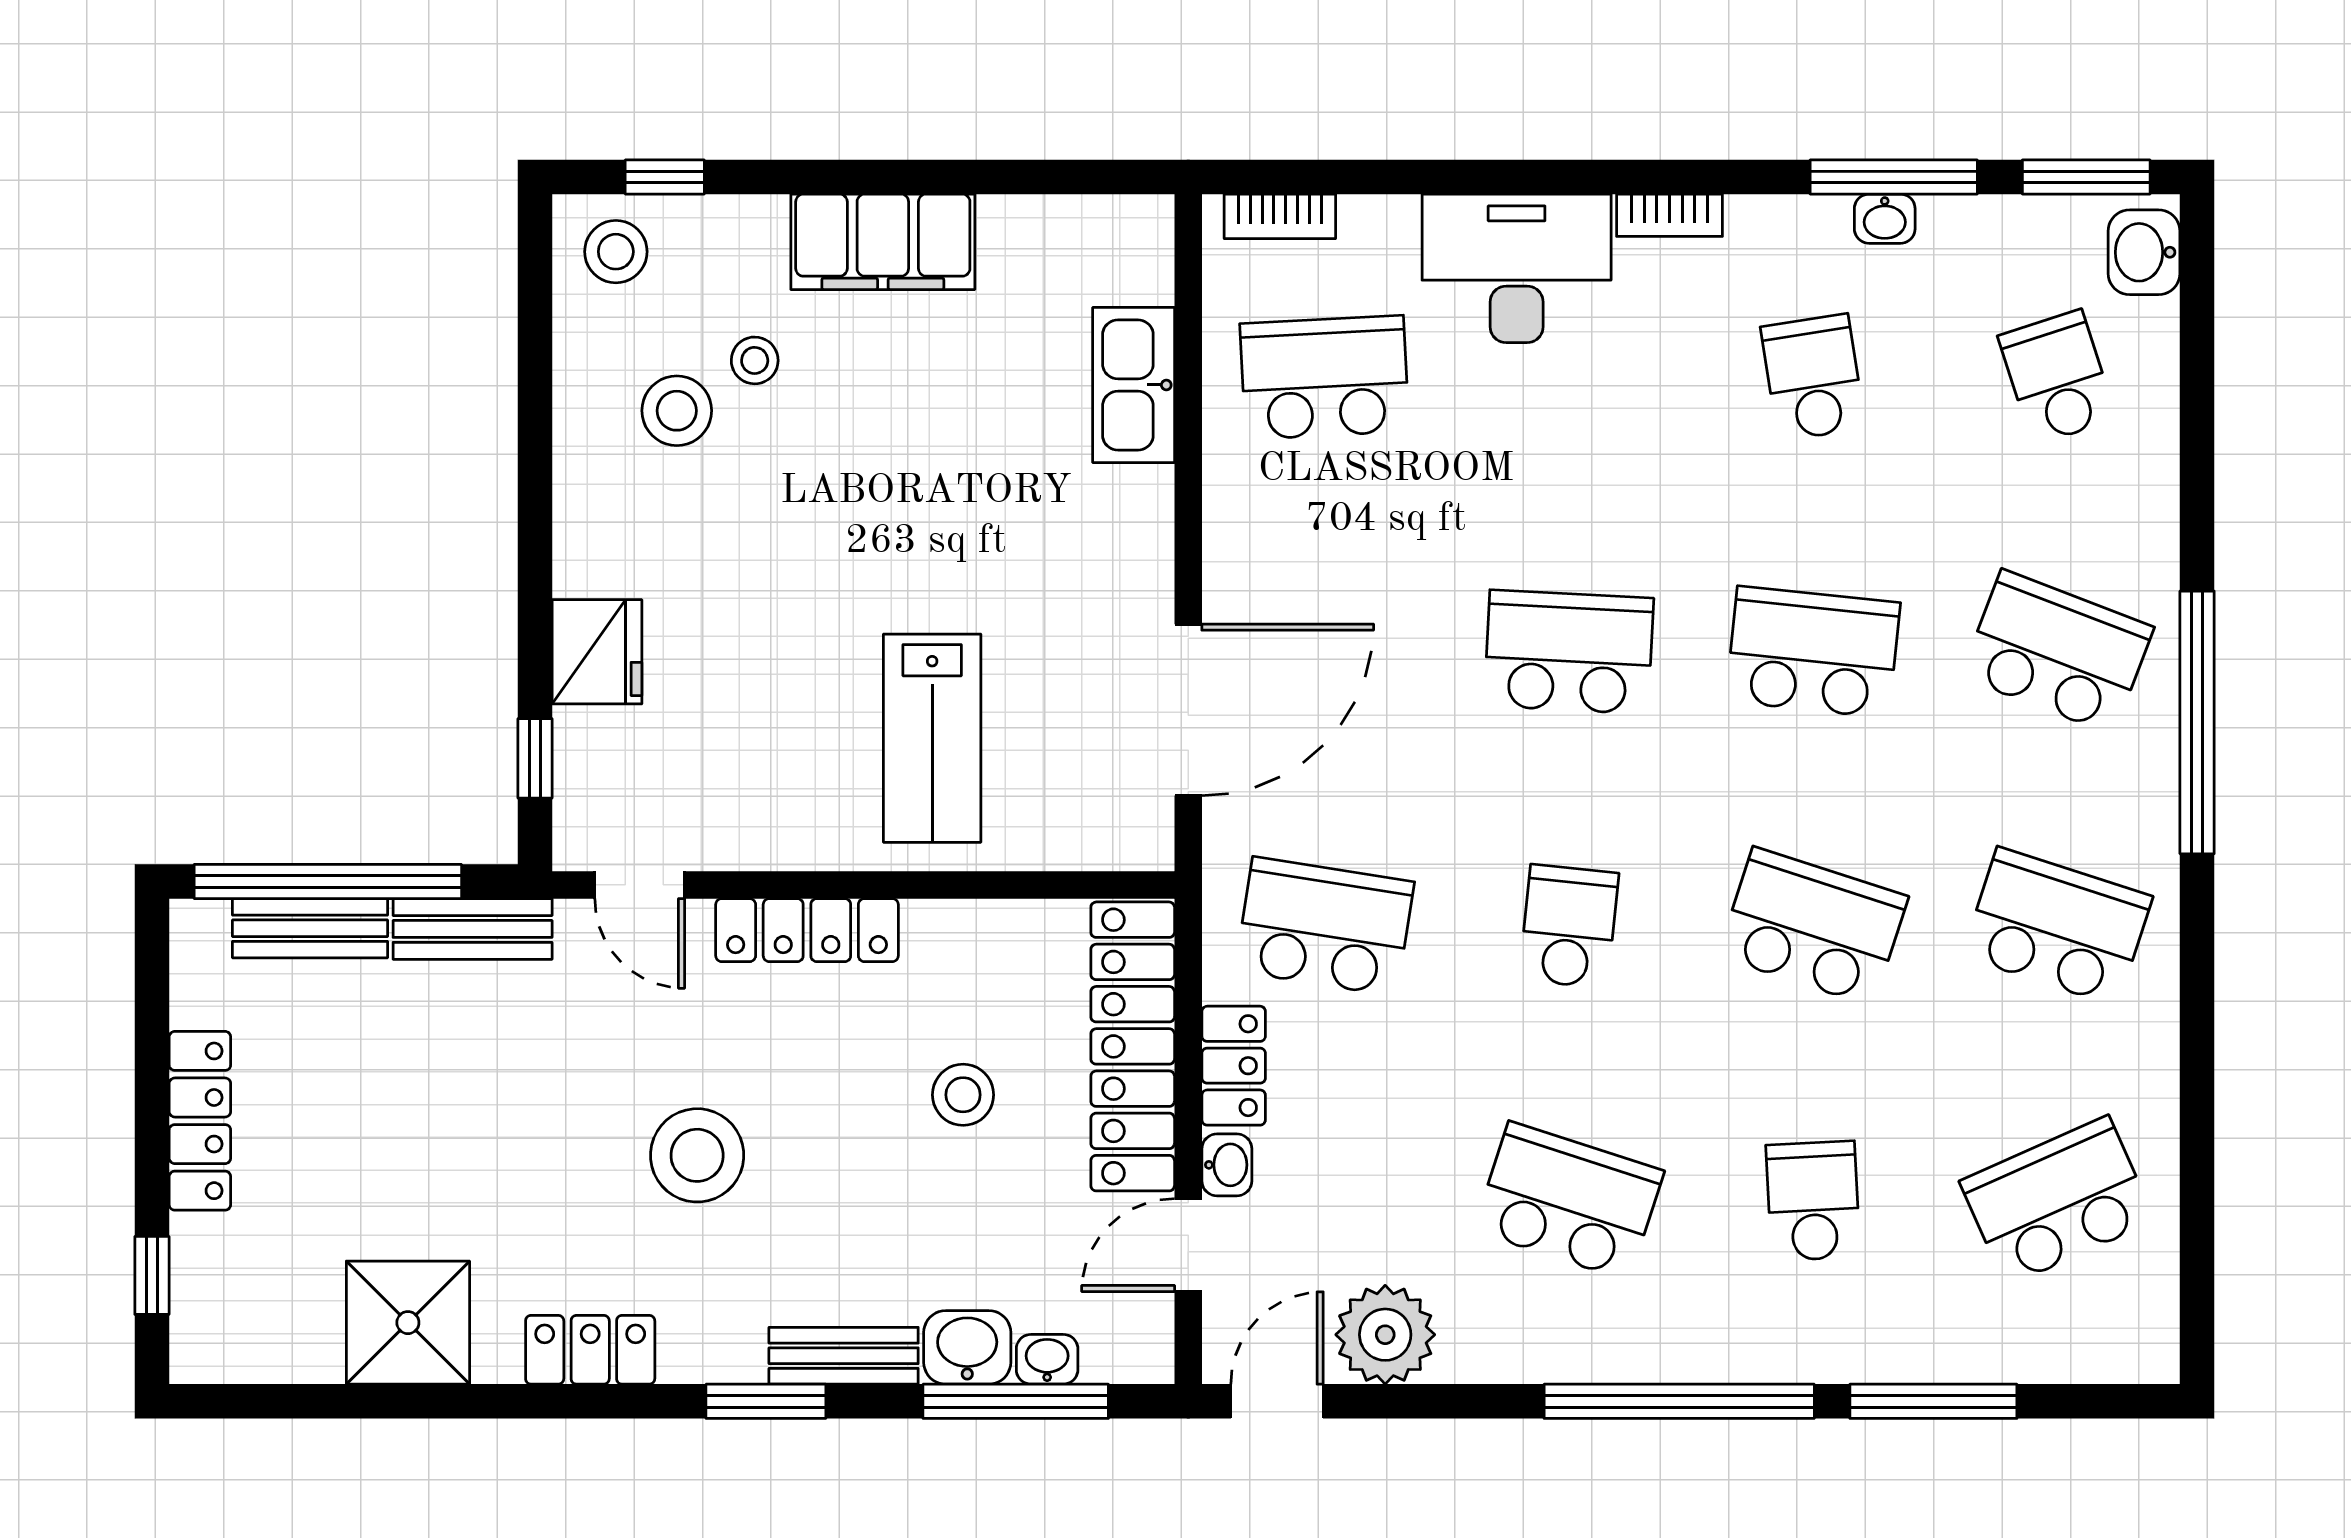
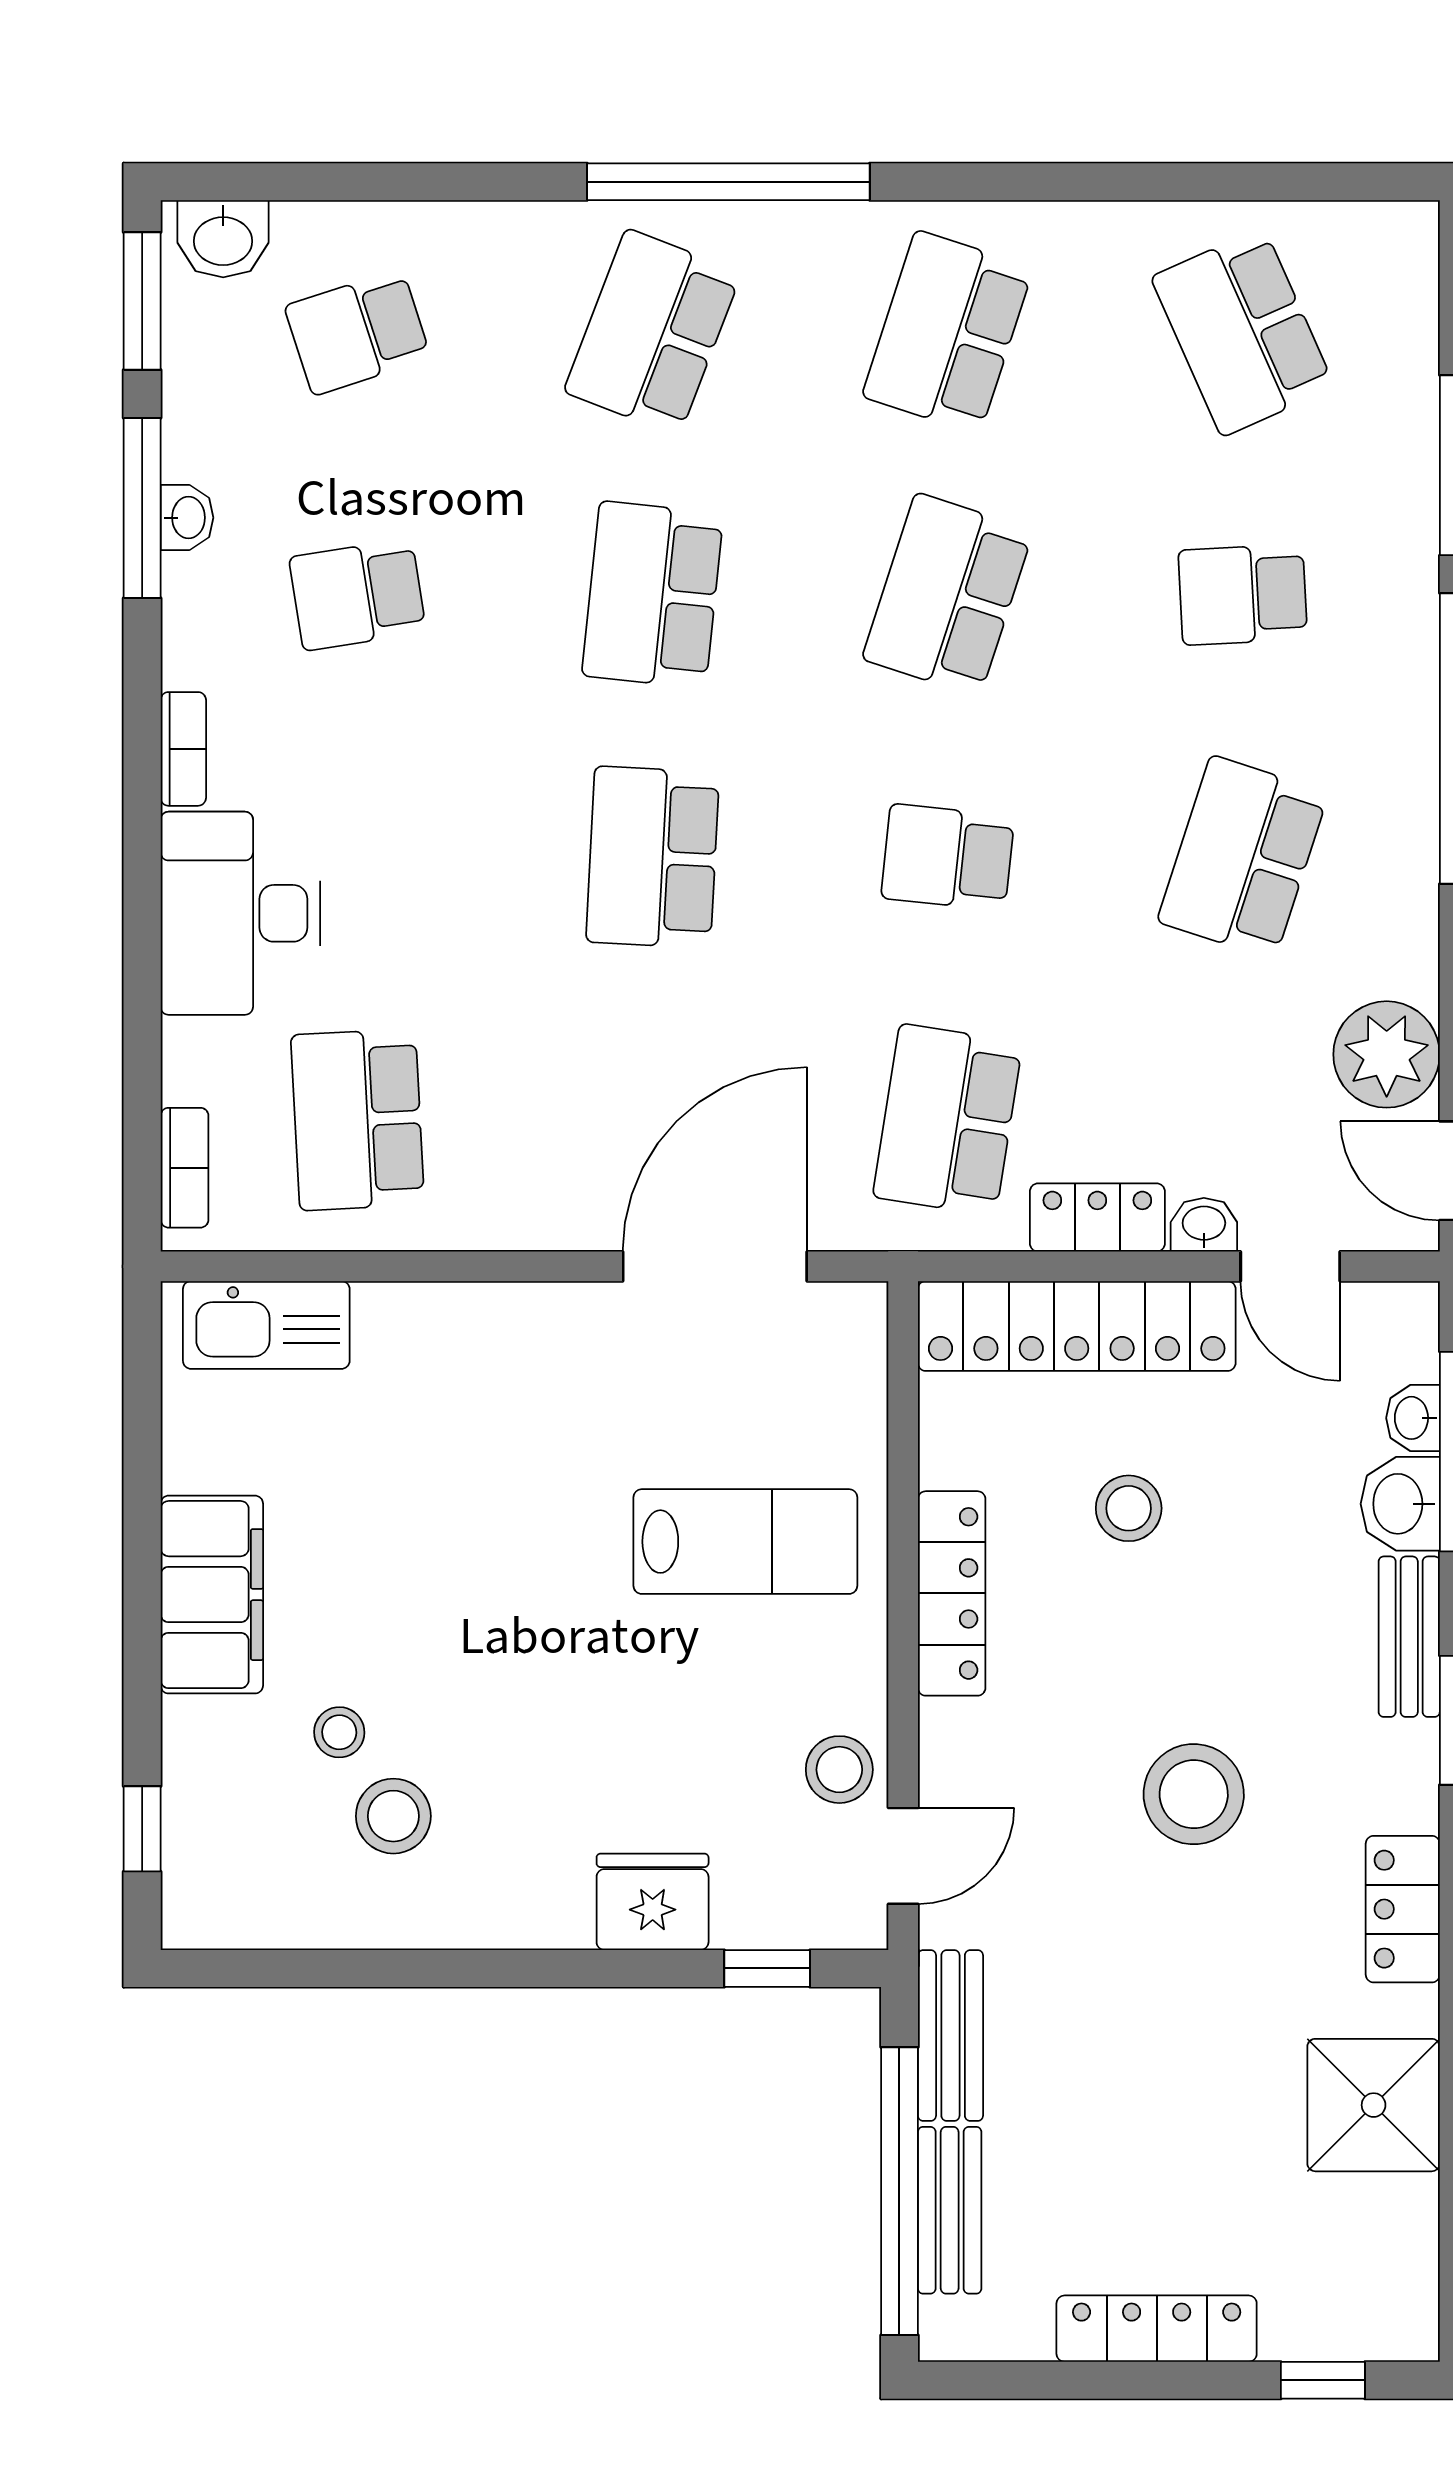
stool: (616, 252) -> (839, 1770), moved
kitchen sink: (1134, 385) -> (266, 1325), moved
door: (1188, 710) -> (715, 1266), hinge flipped
locker: (807, 930) -> (952, 1593), moved

